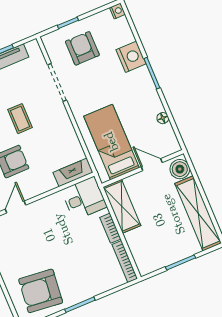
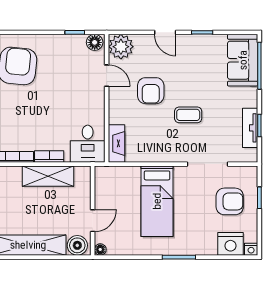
nightstand: (131, 57) -> (230, 244), moved
floor lamp: (163, 118) -> (100, 249), moved
bed: (111, 142) -> (157, 201), moved, turned 90
shelving: (122, 206) -> (48, 176), moved

